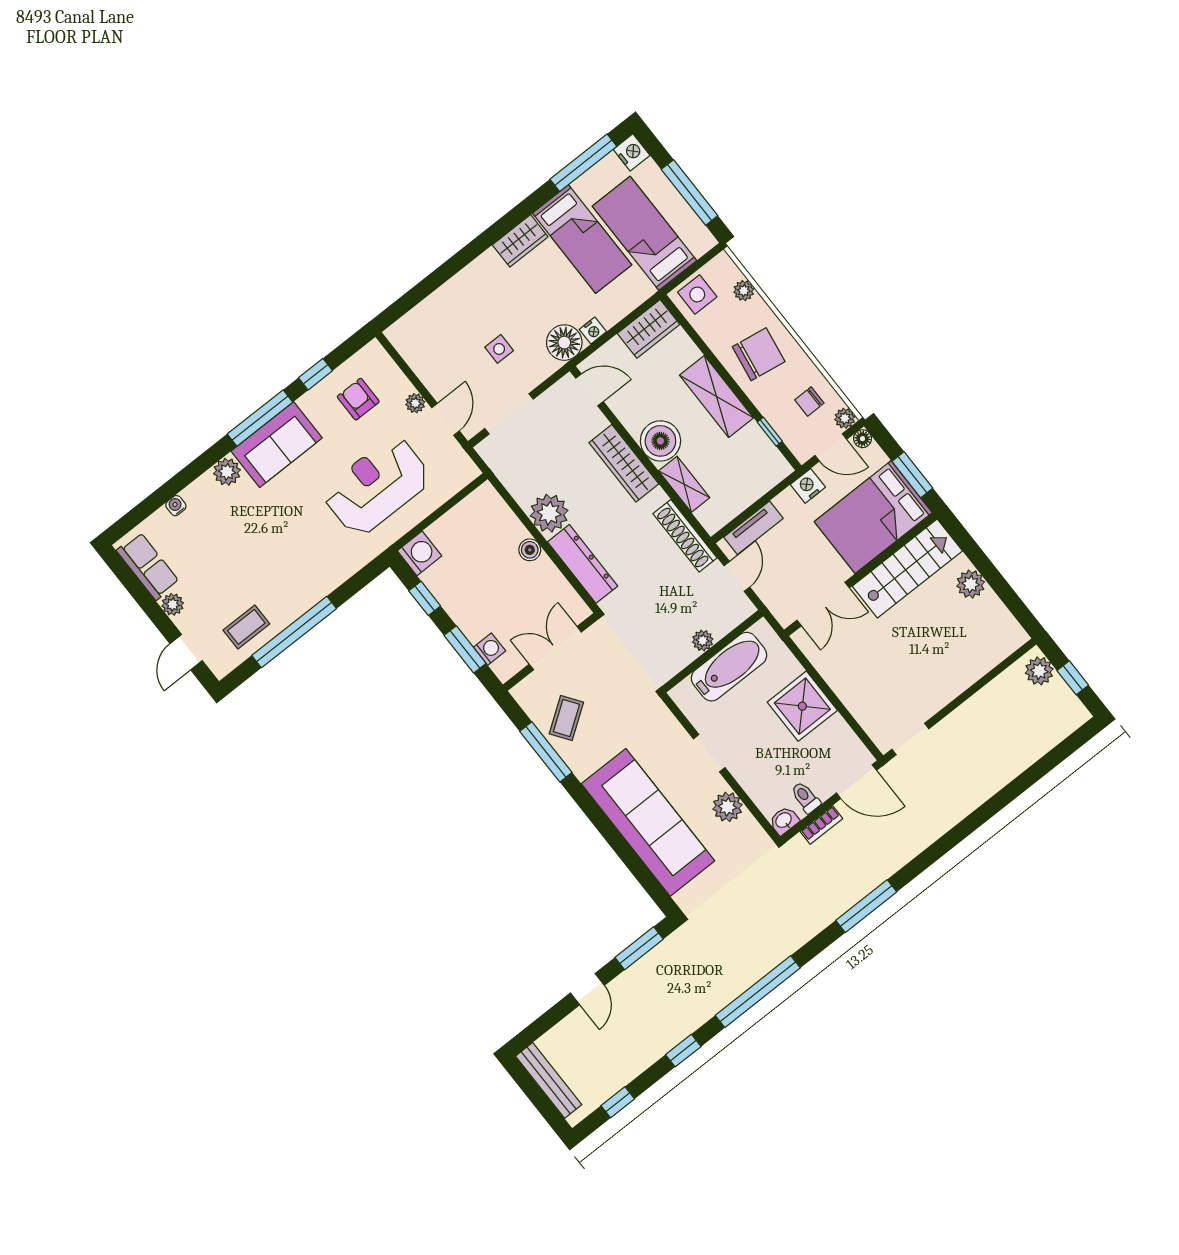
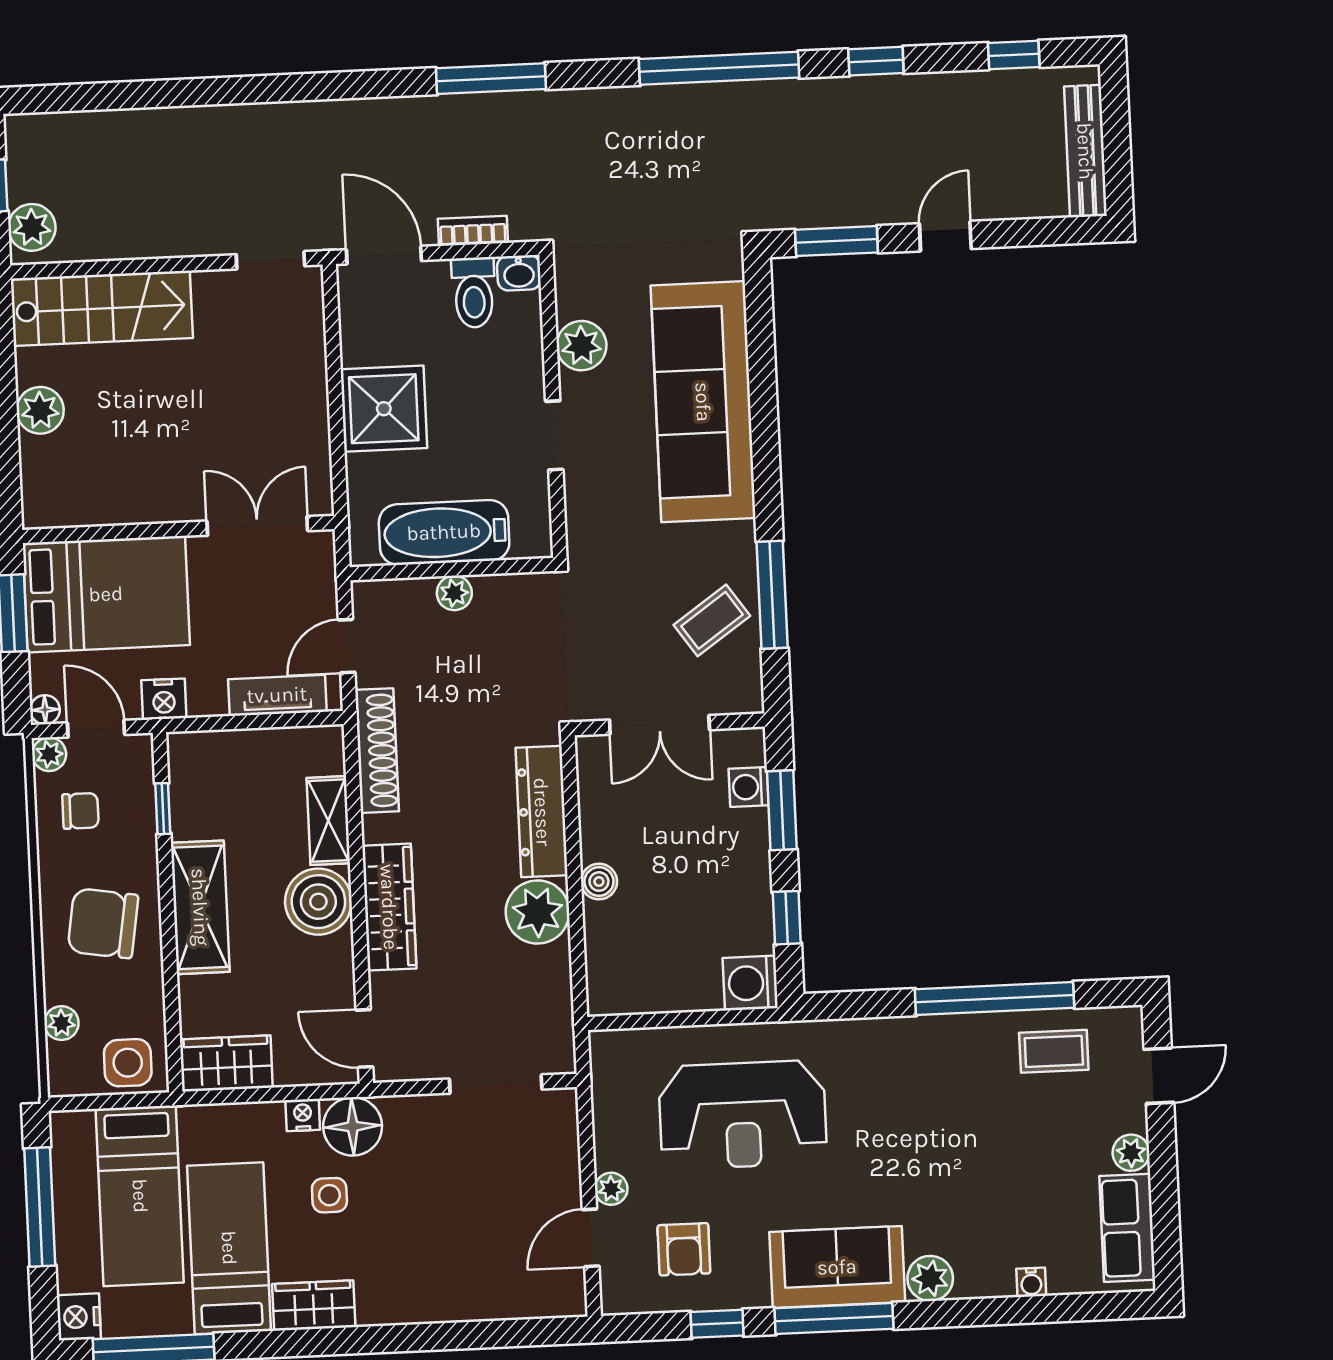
side table: (499, 349) -> (329, 1195), moved
door: (446, 419) -> (591, 1238), moved
stairs: (907, 568) -> (102, 308), moved, turned 180
toilet: (806, 797) -> (474, 292), width x1.37, depth x1.39

